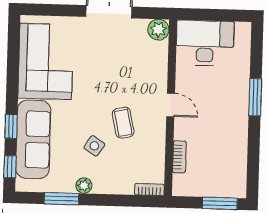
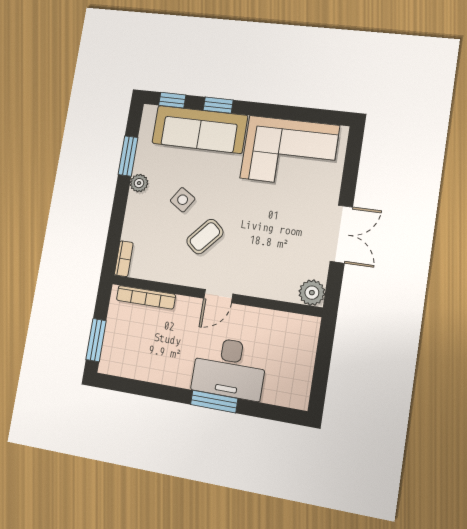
desk: (205, 43) -> (229, 368), moved, turned 90
coffee table: (123, 123) -> (205, 237), turned -37
bookcase: (179, 157) -> (146, 297), width x1.56

